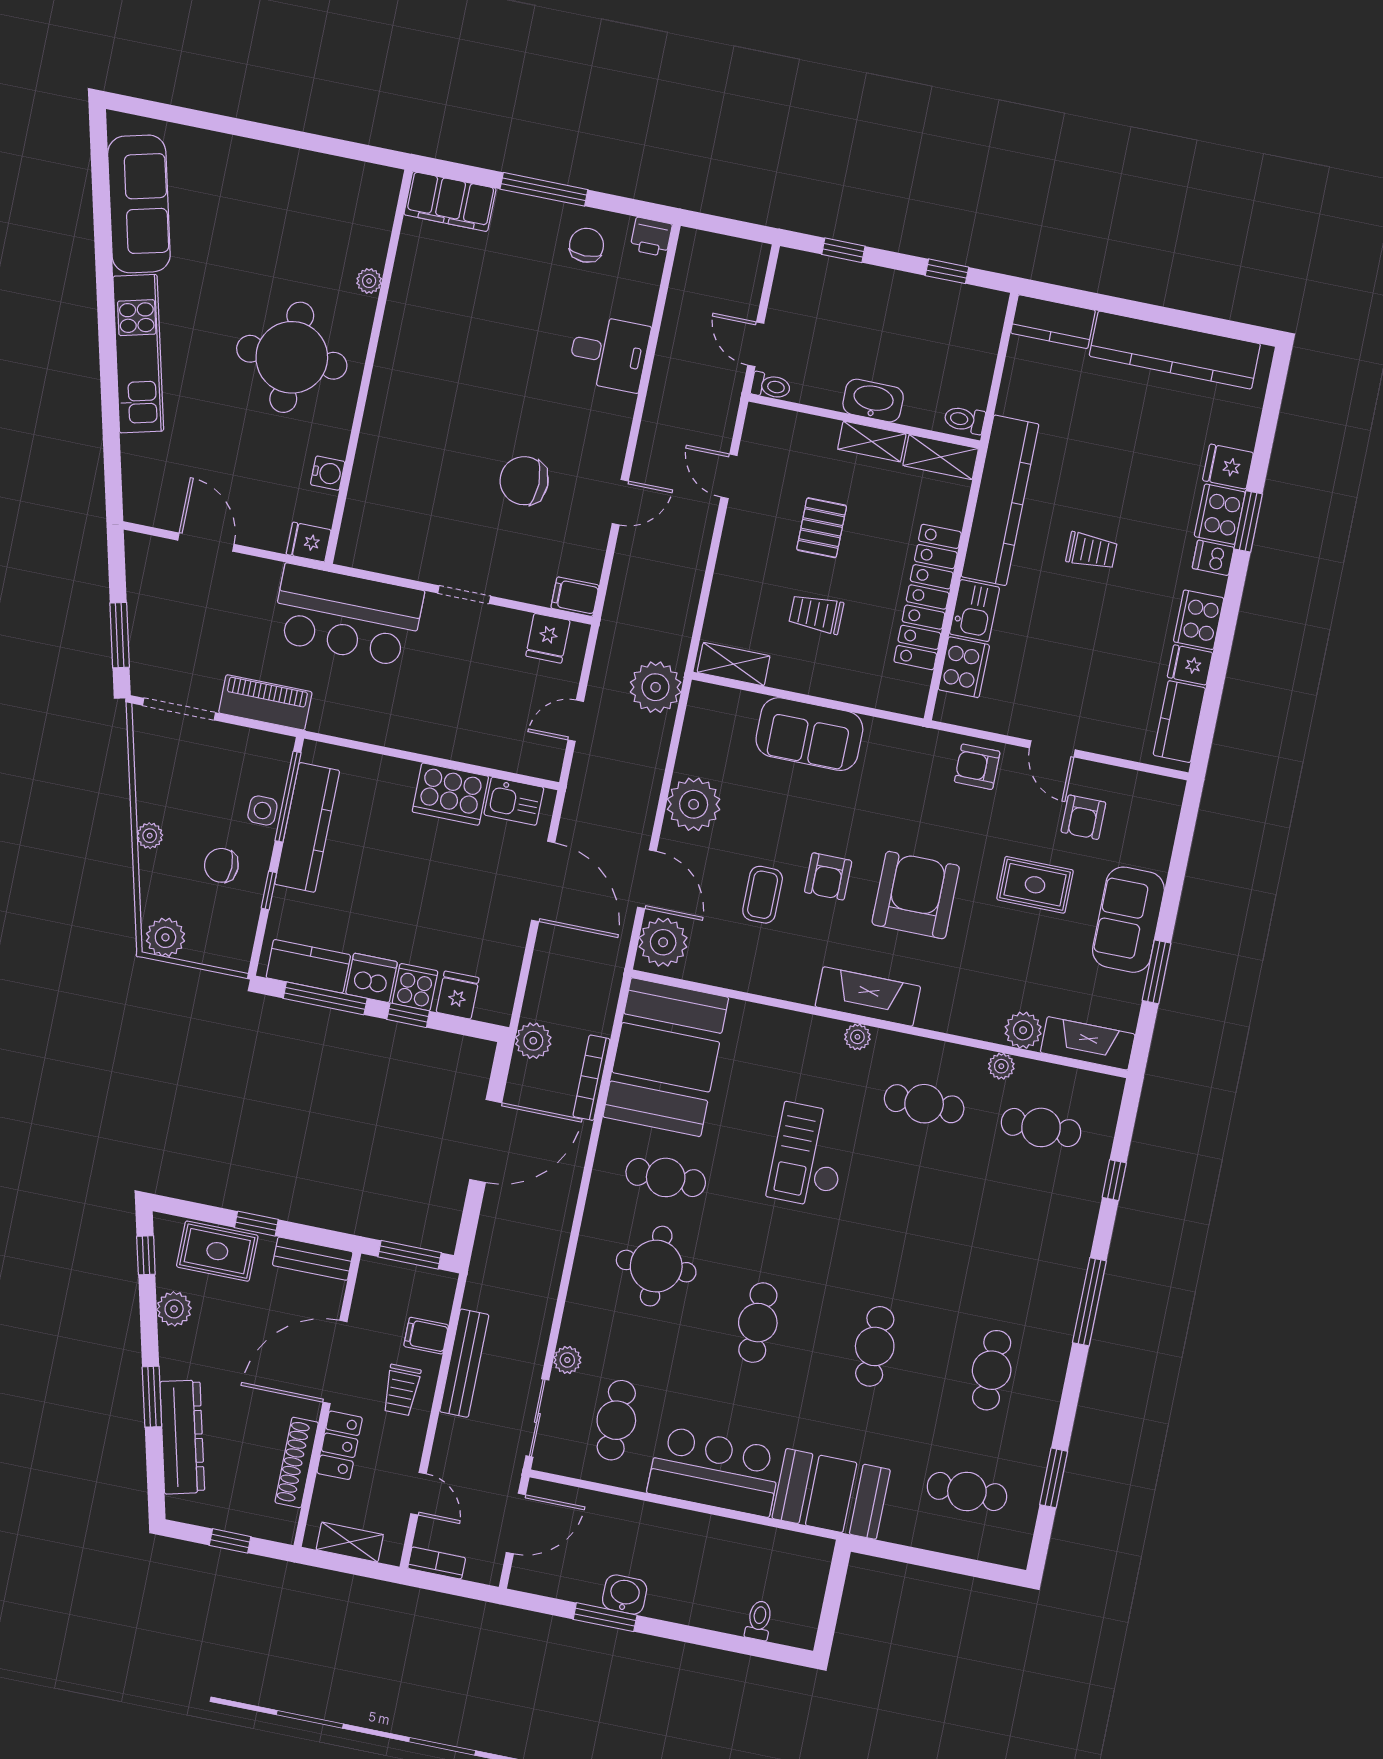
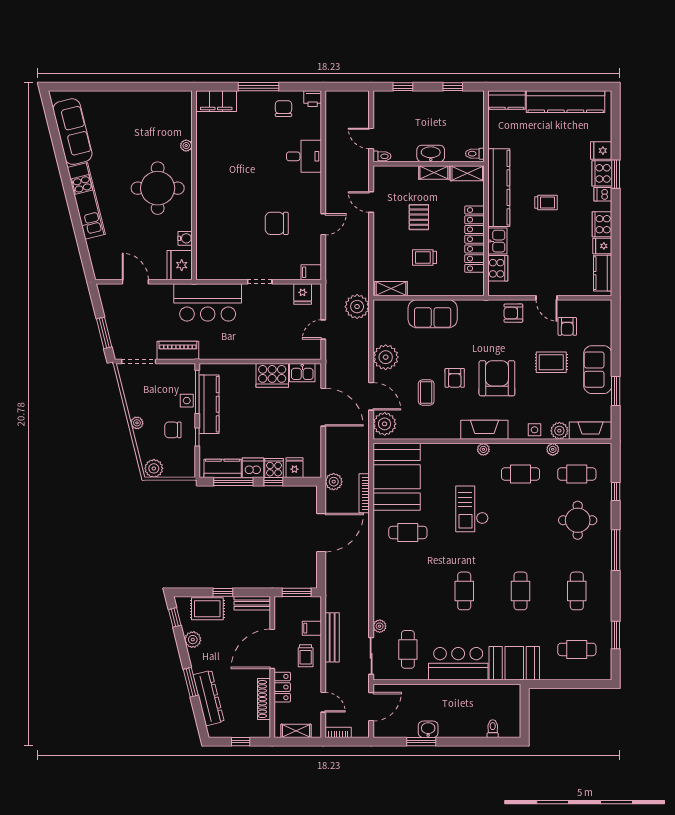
fridge: (309, 542) -> (180, 265), width x1.88, depth x1.34
side table: (972, 1018) -> (535, 430), added
round table: (656, 1266) -> (578, 520), moved

